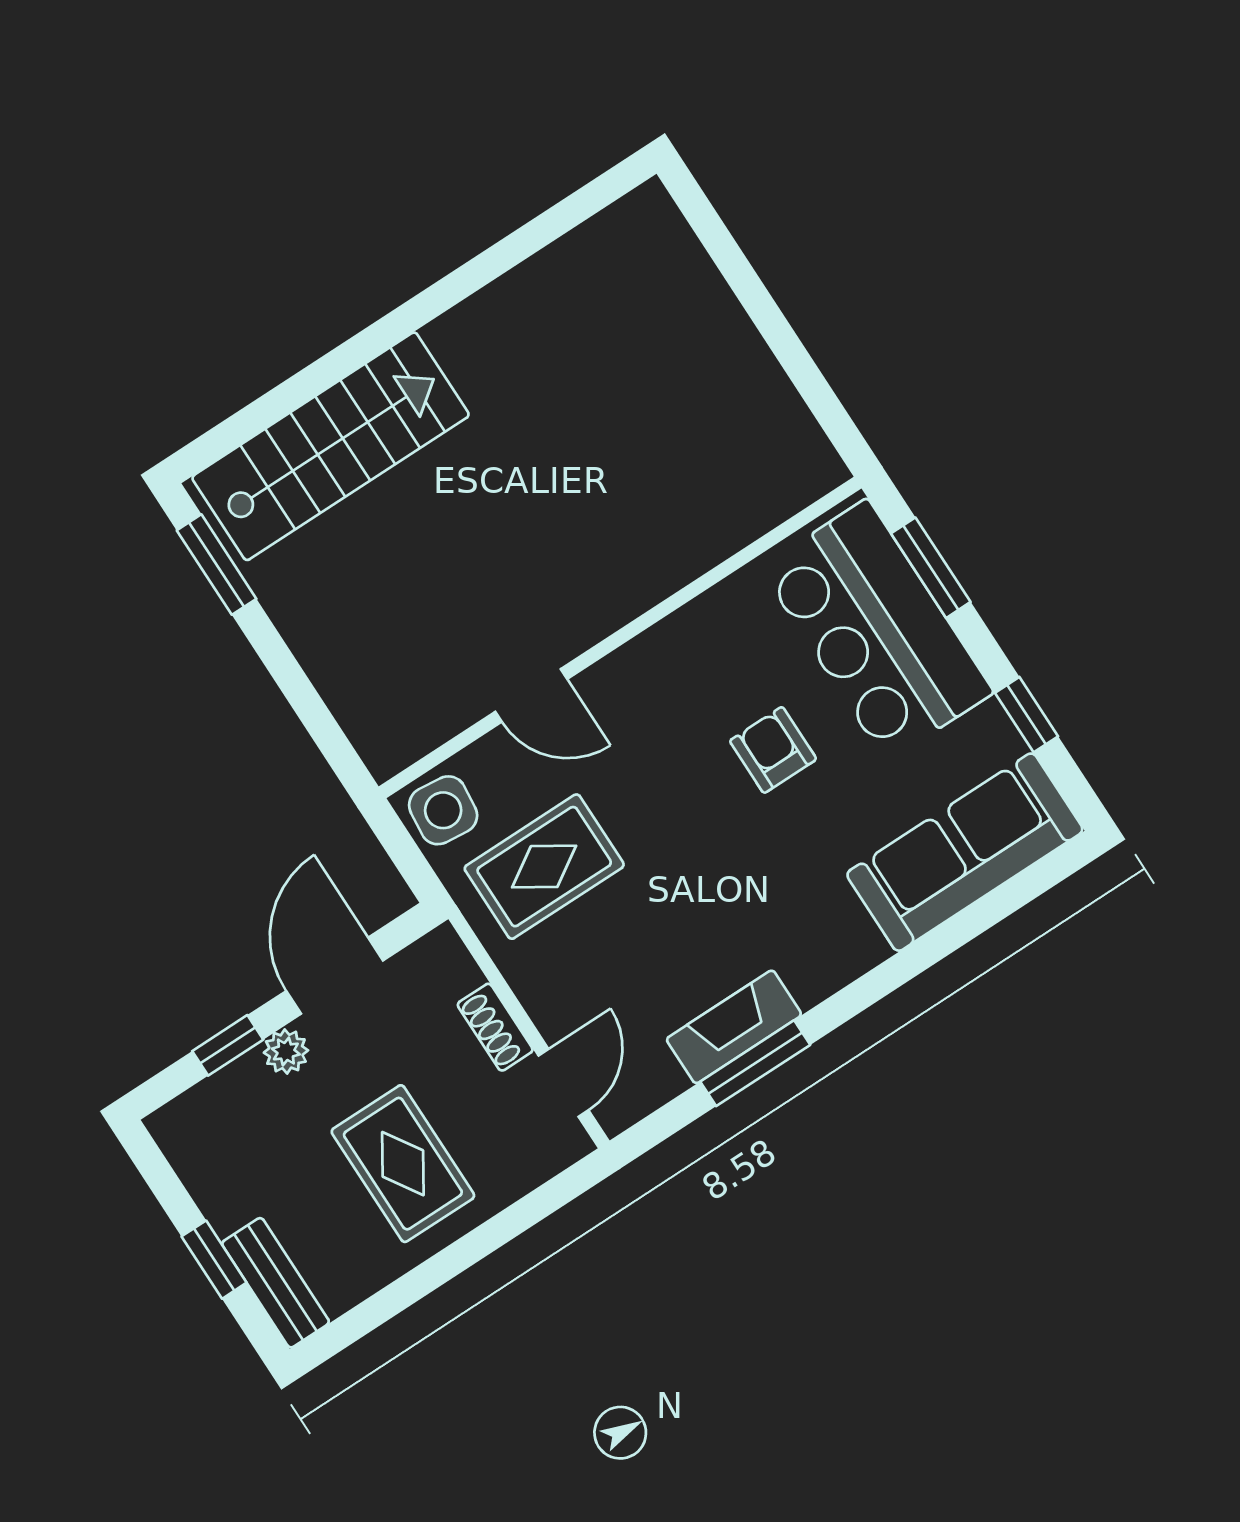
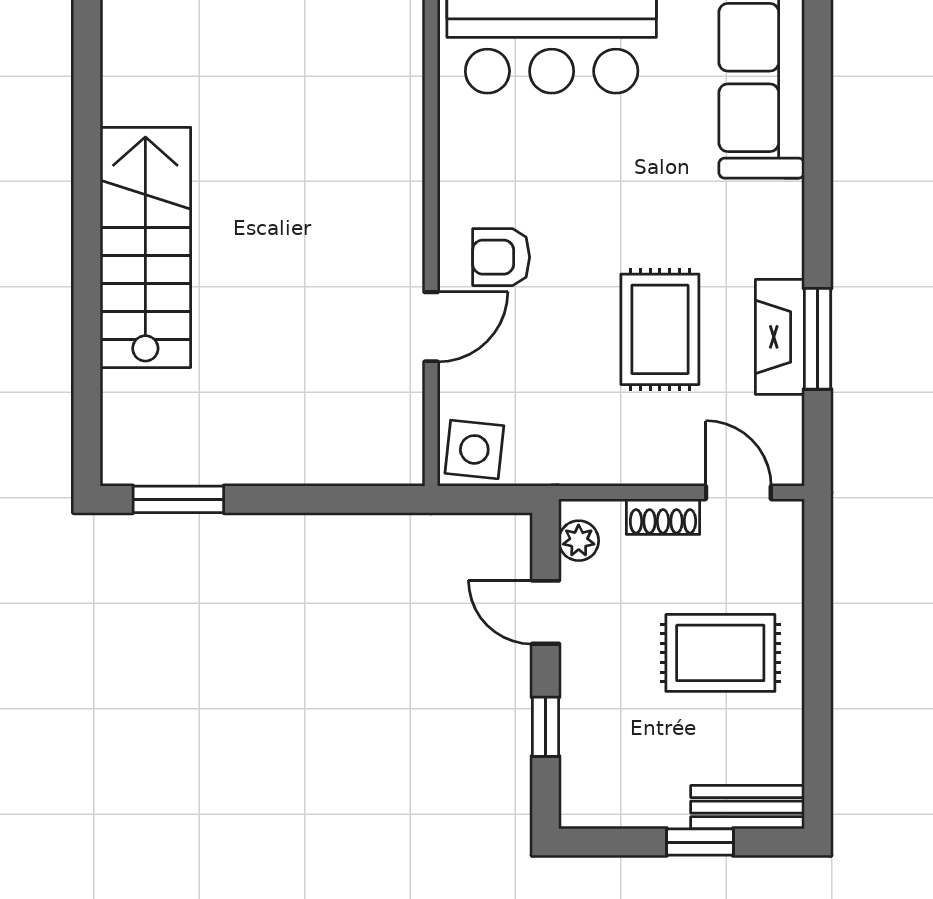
stairs: (331, 446) -> (145, 247), moved
armchair: (773, 750) -> (501, 257), moved
rug: (544, 867) -> (660, 329), moved
door: (335, 976) -> (546, 612), width x0.73
plant: (286, 1051) -> (579, 541), moved

